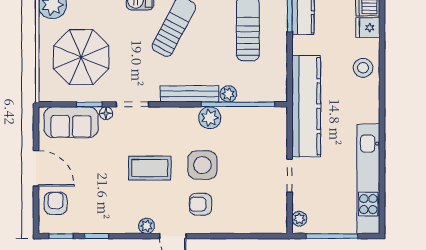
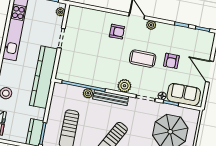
plant: (210, 118) -> (124, 86), moved
side table: (202, 165) -> (111, 54), removed
armchair: (56, 203) -> (171, 61), moved

